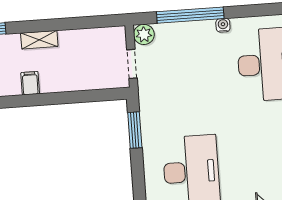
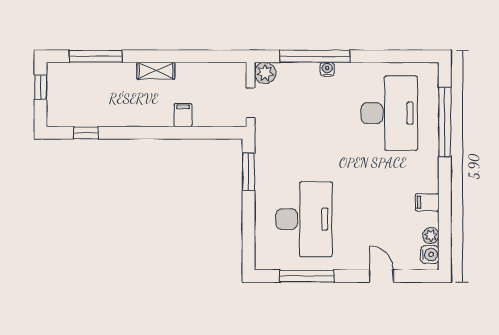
water cooler: (223, 25) -> (327, 69), moved
filing cabinet: (30, 83) -> (183, 115), moved

